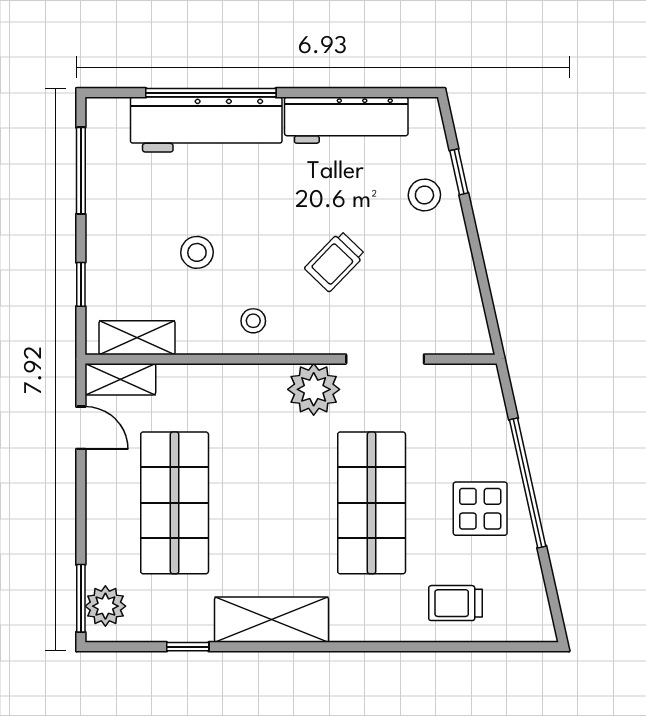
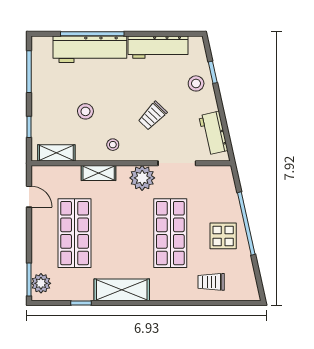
workbench: (460, 297) -> (213, 133), added
shelving: (120, 379) -> (99, 173), moved

